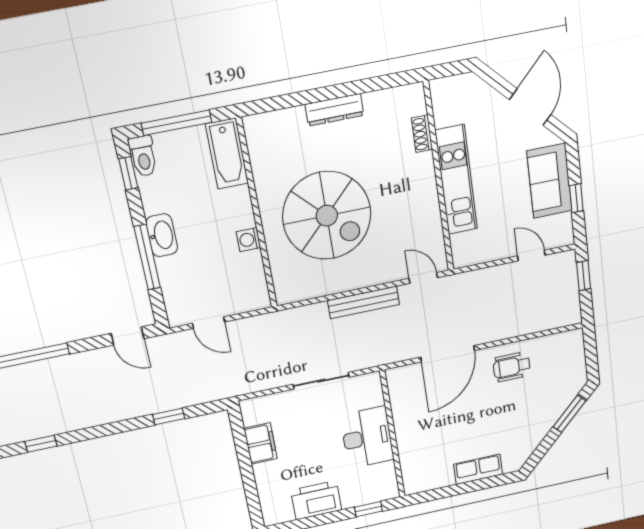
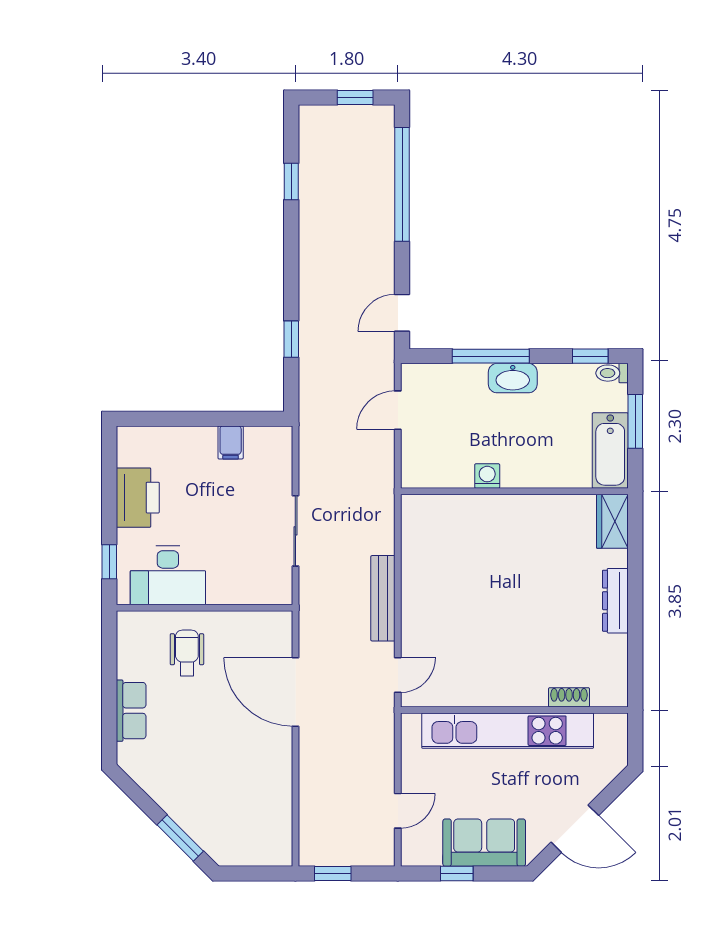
window: (177, 123) -> (635, 421), width x0.69
wardrobe: (267, 126) -> (612, 521), added
bathtub: (227, 154) -> (610, 450), moved, turned -90
toilet: (143, 156) -> (612, 373), width x0.73, depth x0.72
kitchen unit: (456, 180) -> (508, 731), width x1.36
spiral stairs: (327, 216) -> (497, 572), removed
window: (584, 276) -> (333, 874), moved
wheelchair: (512, 367) -> (187, 653), moved
desk: (367, 437) -> (168, 575), moved
filing cabinet: (261, 444) -> (231, 442), width x0.50

